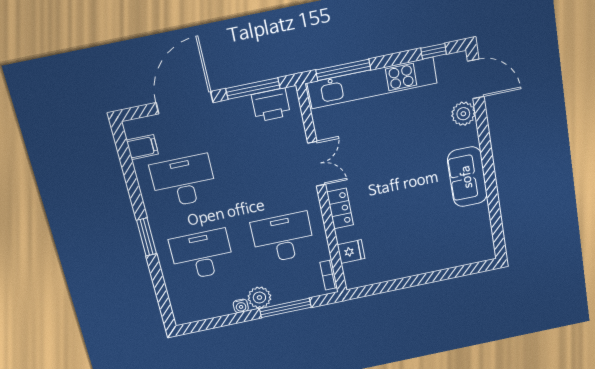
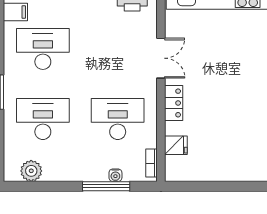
plant: (259, 298) -> (31, 171), moved
water cooler: (241, 306) -> (115, 175), moved

